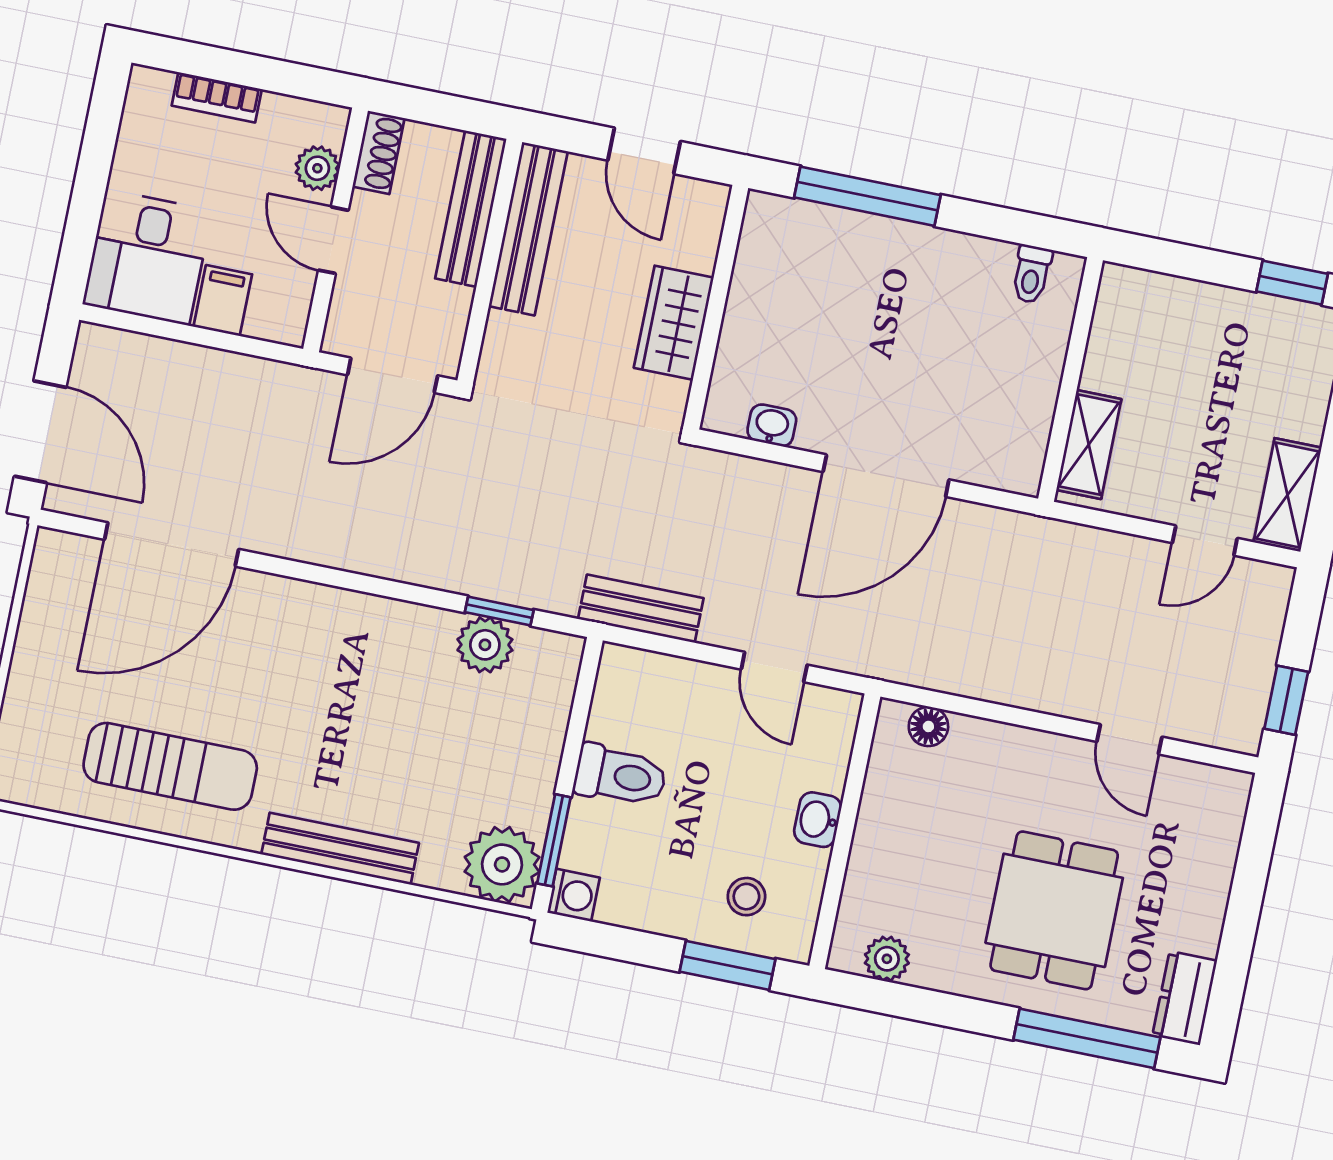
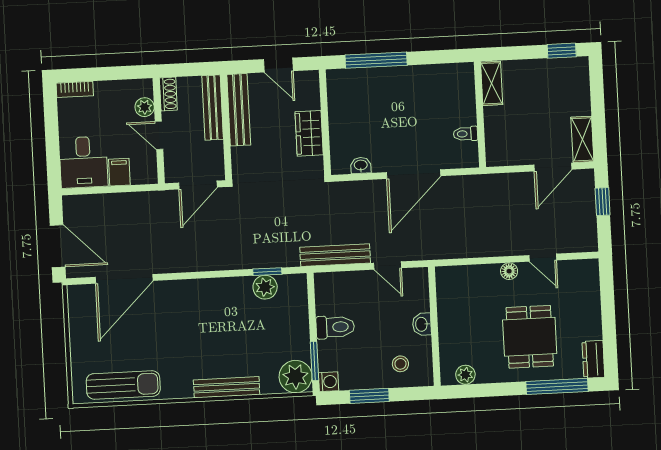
bookcase: (217, 97) -> (75, 89), moved
toilet: (1032, 274) -> (466, 134), moved, turned 90
shelving: (1089, 445) -> (492, 83), moved
door: (1205, 541) -> (553, 167), width x1.38
bench: (641, 609) -> (335, 255), width x1.36
window: (1286, 700) -> (603, 202), moved
floor lamp: (928, 726) -> (509, 271), moved
sun lounger: (170, 766) -> (123, 385), moved
window: (727, 965) -> (369, 396), moved

